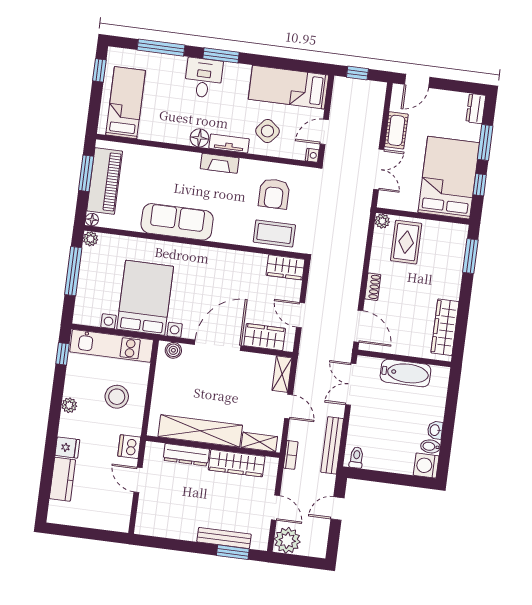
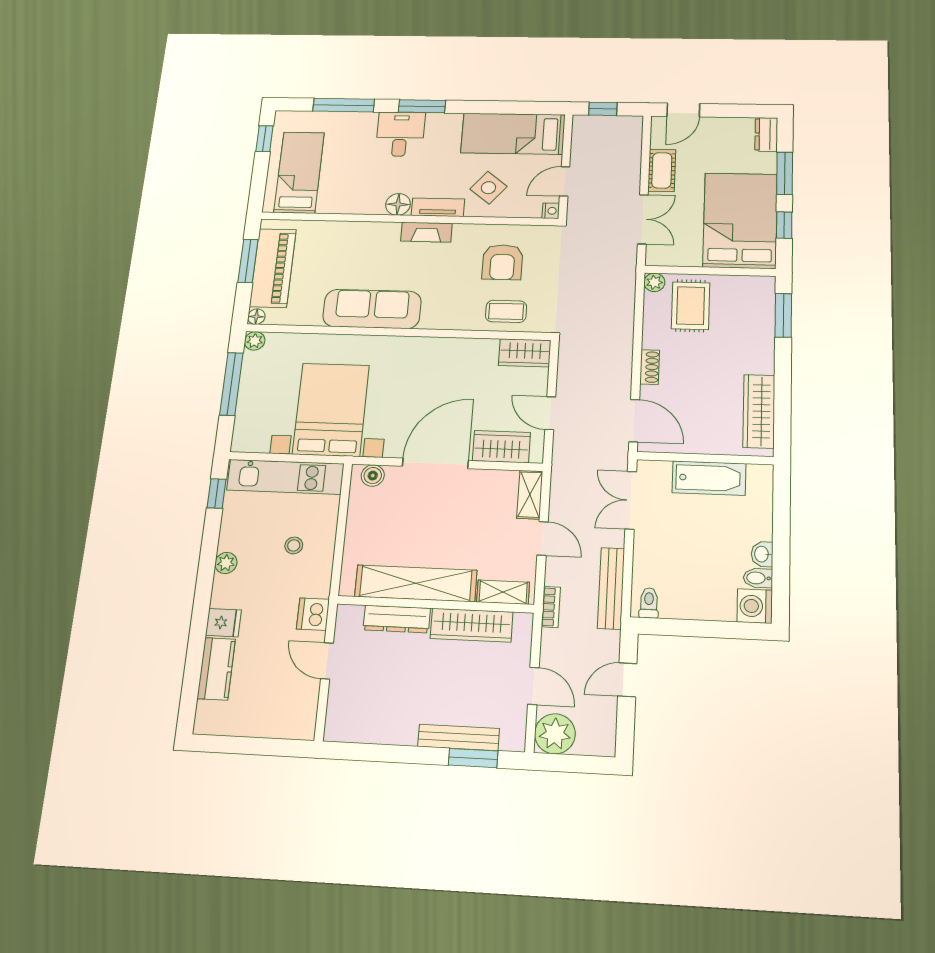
coffee table: (274, 233) -> (506, 311), width x0.73, depth x0.77
stool: (117, 397) -> (294, 545), width x0.53, depth x0.53

